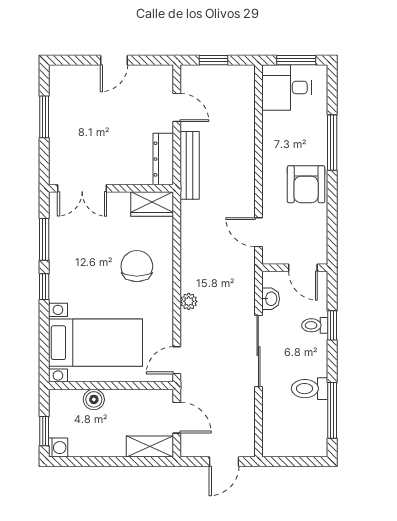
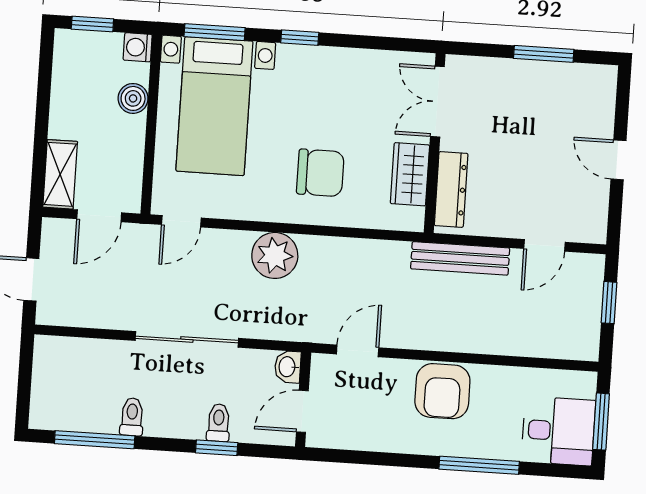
desk: (286, 87) -> (558, 431), moved, turned 90
dresser: (163, 159) -> (451, 189), moved, turned 90
armchair: (306, 184) -> (442, 391), moved, turned -90
wardrobe: (152, 204) -> (410, 174), moved
window: (44, 239) -> (215, 32), moved
washbasin: (271, 299) -> (288, 367), moved, turned 90
plant: (189, 301) -> (275, 255), width x1.88, depth x1.88
door: (177, 360) -> (181, 221), swing flipped
toilet: (310, 389) -> (132, 417), width x0.73, depth x0.72
washing machine: (58, 448) -> (138, 47), moved, turned 90

